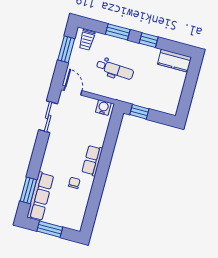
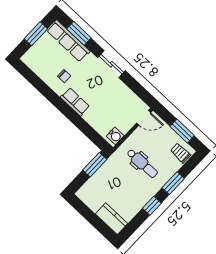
kitchen counter: (175, 61) -> (111, 219), moved, turned 90
dental chair: (115, 70) -> (142, 163), turned -94
window: (139, 112) -> (95, 165), width x1.50
sliding door: (48, 117) -> (111, 64), moved

